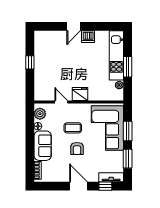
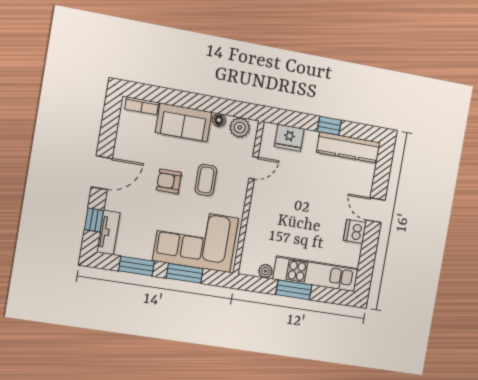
kitchen counter: (40, 49) -> (348, 147), added
fridge: (80, 94) -> (289, 138), moved, turned 90

